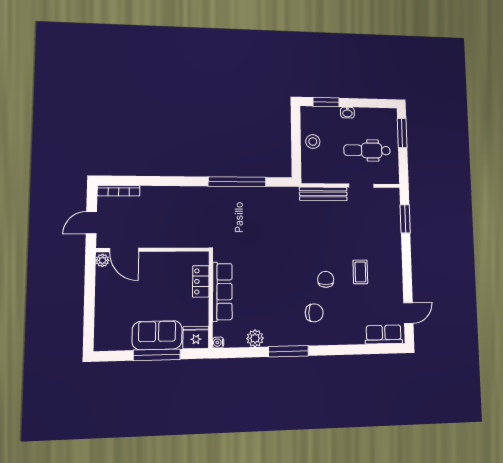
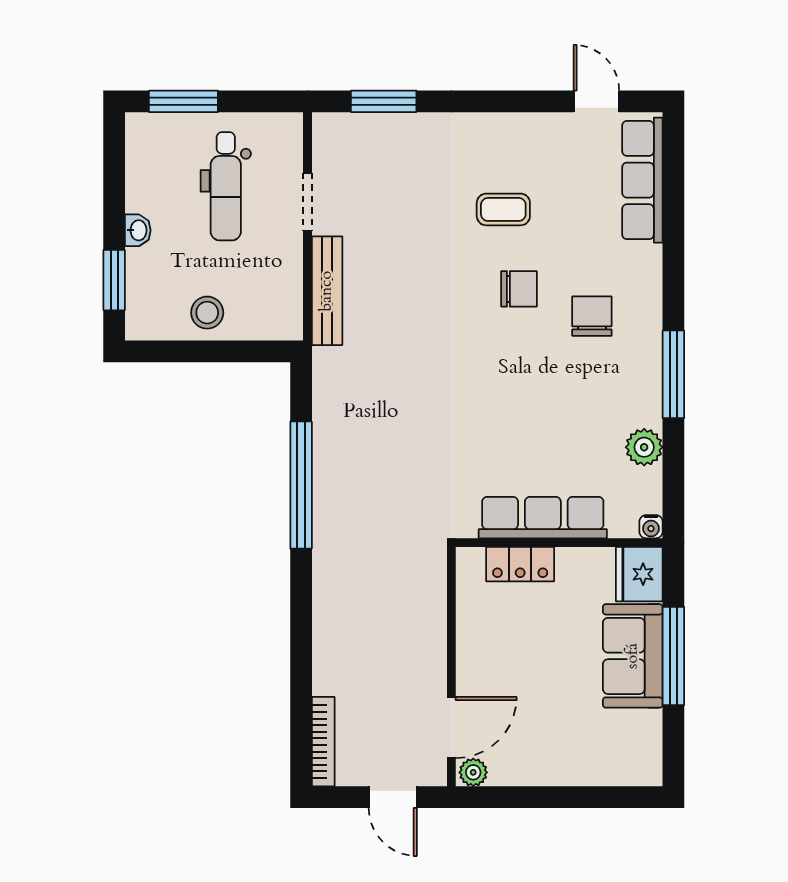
chair: (326, 279) -> (519, 289), turned 180
row of seats: (384, 335) -> (642, 180), width x1.48

